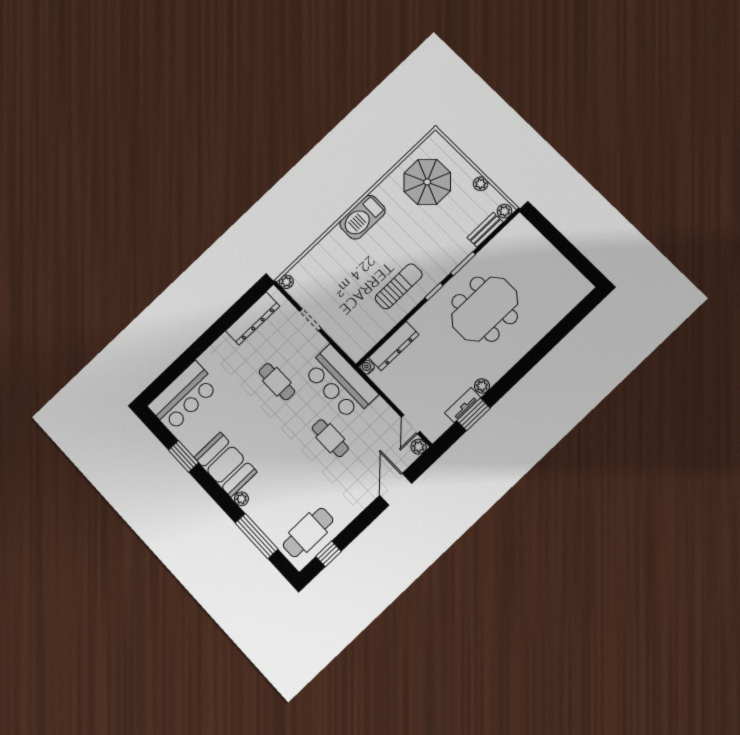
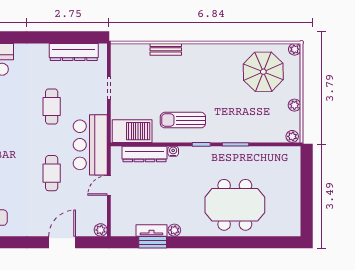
barbecue: (363, 217) -> (132, 131), moved, turned 180
bench: (485, 230) -> (166, 49), moved
plant: (286, 282) -> (295, 49), moved
sun lounger: (399, 286) -> (183, 120), turned 180
meeting table: (485, 309) -> (235, 205), moved
water cooler: (367, 367) -> (173, 151), moved
door: (411, 424) -> (109, 185), moved

